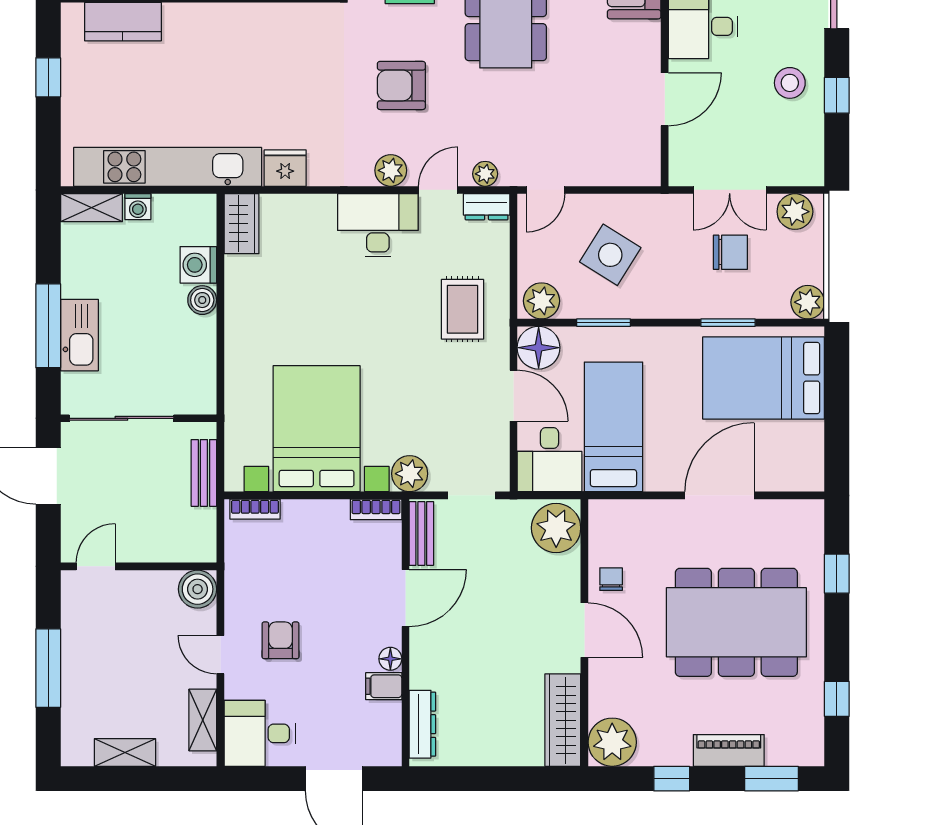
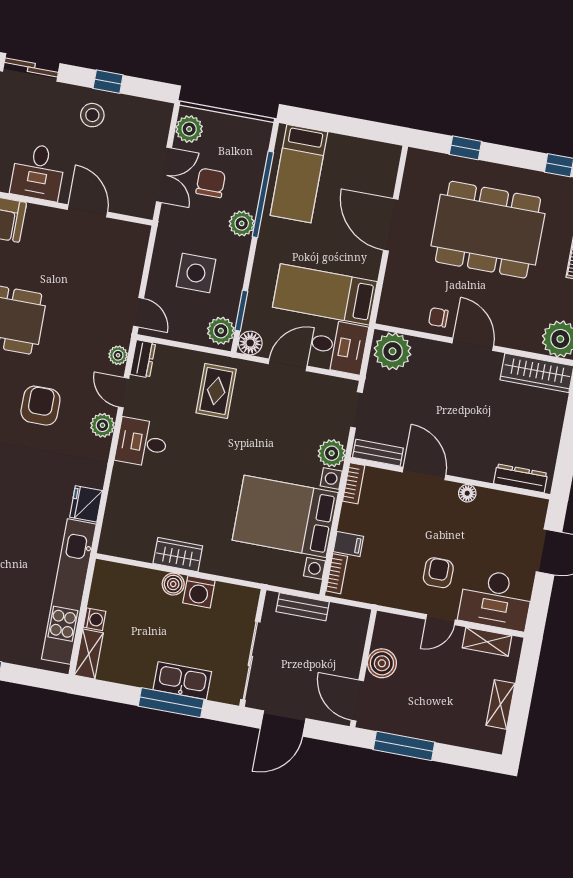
armchair: (401, 85) -> (40, 406), turned 180
wardrobe: (241, 224) -> (178, 555), moved
desk: (378, 225) -> (142, 443), width x0.73
side table: (610, 255) -> (196, 273), turned -32
washing machine: (198, 265) -> (199, 592), moved
plant: (808, 302) -> (242, 223), moved
rug: (462, 309) -> (216, 391), turned 90
window: (604, 323) -> (241, 311), moved
window: (728, 323) -> (263, 194), width x2.11
floor lamp: (539, 348) -> (250, 343), width x0.73, depth x0.73
bed: (764, 378) -> (299, 174), width x0.67
door: (96, 566) -> (357, 701), width x1.38
boiler: (198, 589) -> (382, 663), moved
dining table: (736, 622) -> (488, 230), turned 90
door: (584, 630) -> (473, 344), hinge flipped
armchair: (280, 640) -> (438, 573), turned 90
window: (48, 668) -> (404, 746), moved
filing cabinet: (384, 686) -> (348, 544), moved, turned -90
desk: (260, 733) -> (496, 600), width x1.37

